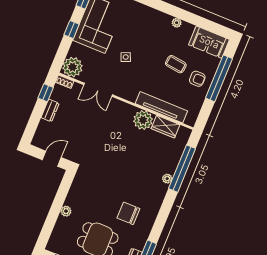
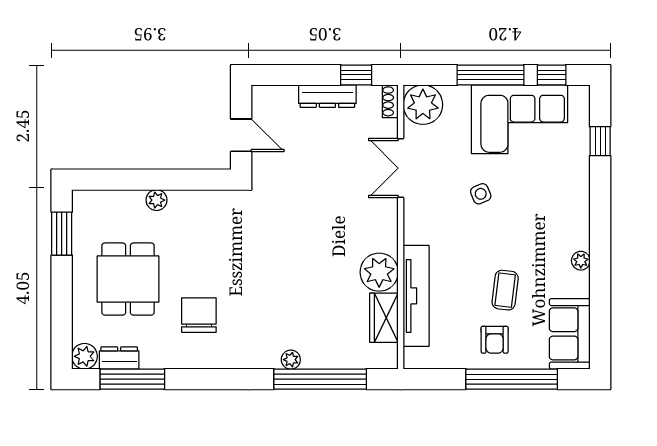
window: (72, 29) -> (490, 75), width x2.17
dresser: (50, 110) -> (327, 96), width x1.44

